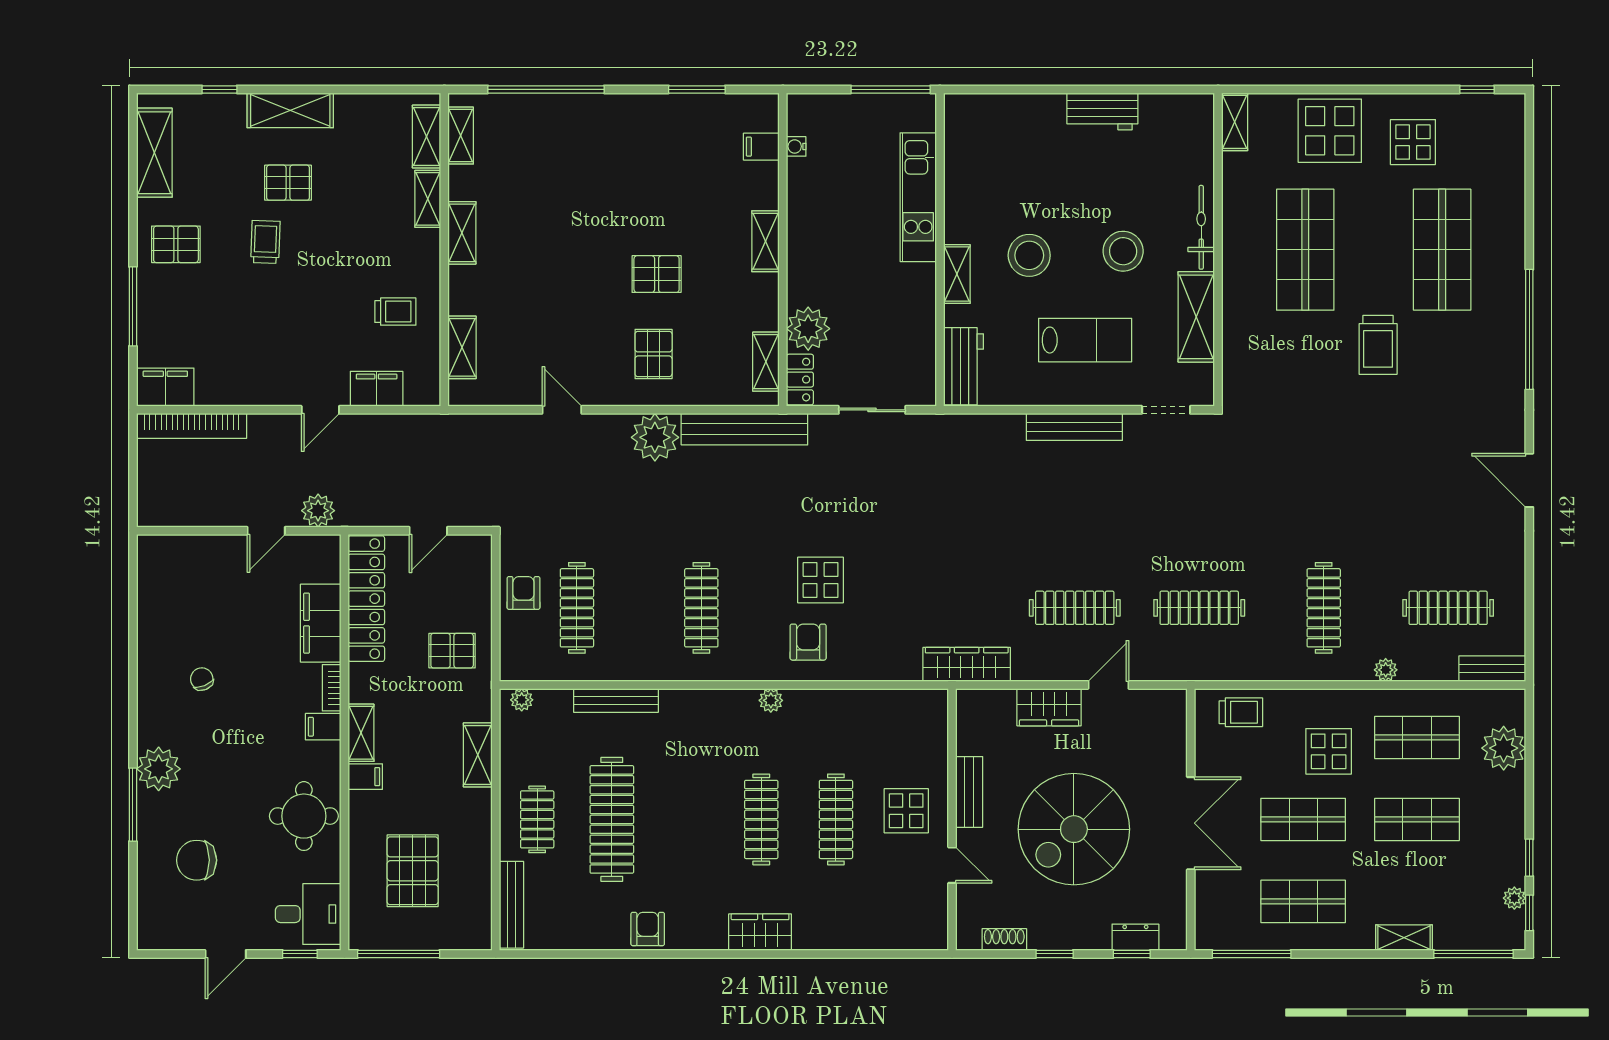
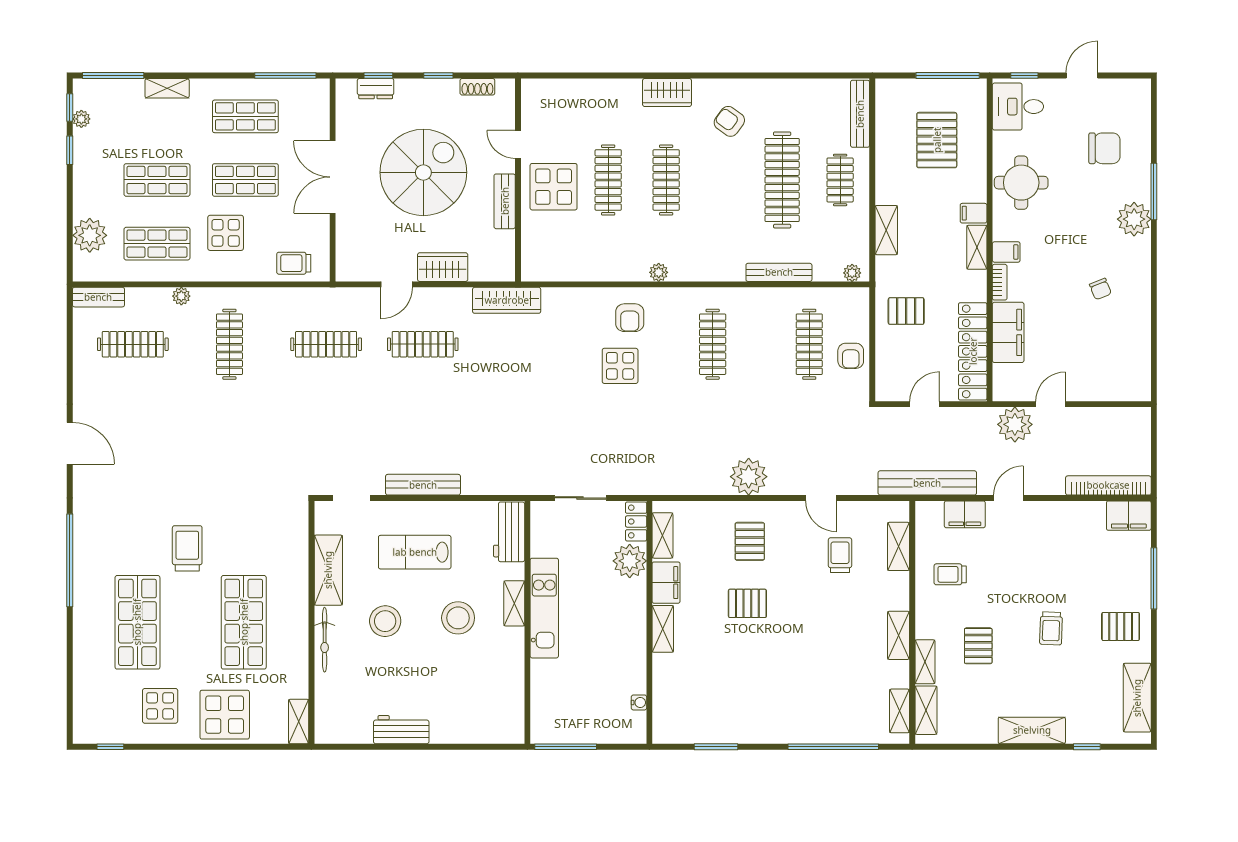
filing cabinet: (761, 147) -> (666, 583), moved, width x2.00
pallet: (288, 183) -> (978, 646), moved, turned 90
kitchen unit: (918, 197) -> (544, 608), moved
trolley: (537, 336) -> (840, 555), added
bench: (744, 429) -> (927, 483), moved
plant: (318, 511) -> (1015, 424), width x1.36, depth x1.36
display table: (906, 811) -> (554, 187), width x1.36, depth x1.36
armchair: (648, 929) -> (729, 121), moved, turned 126

